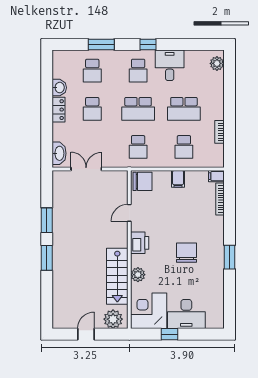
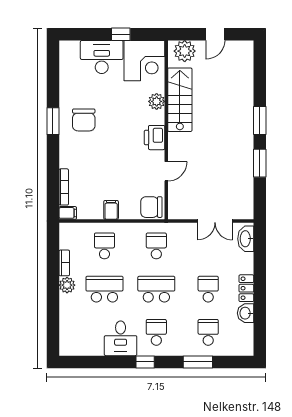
plant: (217, 63) -> (67, 285), moved
chair: (186, 253) -> (84, 120), moved

